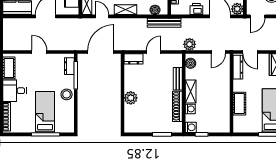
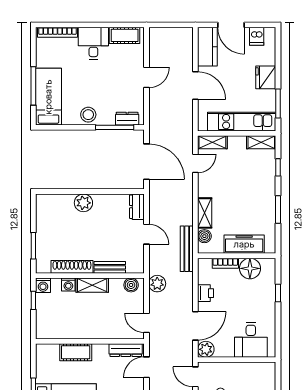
shelving: (126, 10) -> (205, 213), moved
bed: (45, 112) -> (48, 97), moved, turned -90

